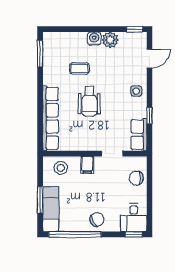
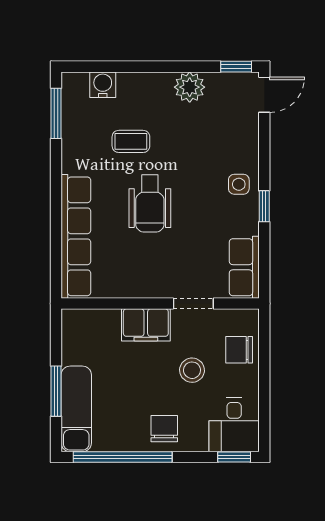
water cooler: (94, 39) -> (103, 85), moved
door: (150, 59) -> (264, 95), moved
window: (150, 116) -> (264, 206), moved
filing cabinet: (87, 165) -> (146, 325), width x2.00
stool: (61, 168) -> (192, 370), moved
chair: (97, 220) -> (164, 429), turned -63

